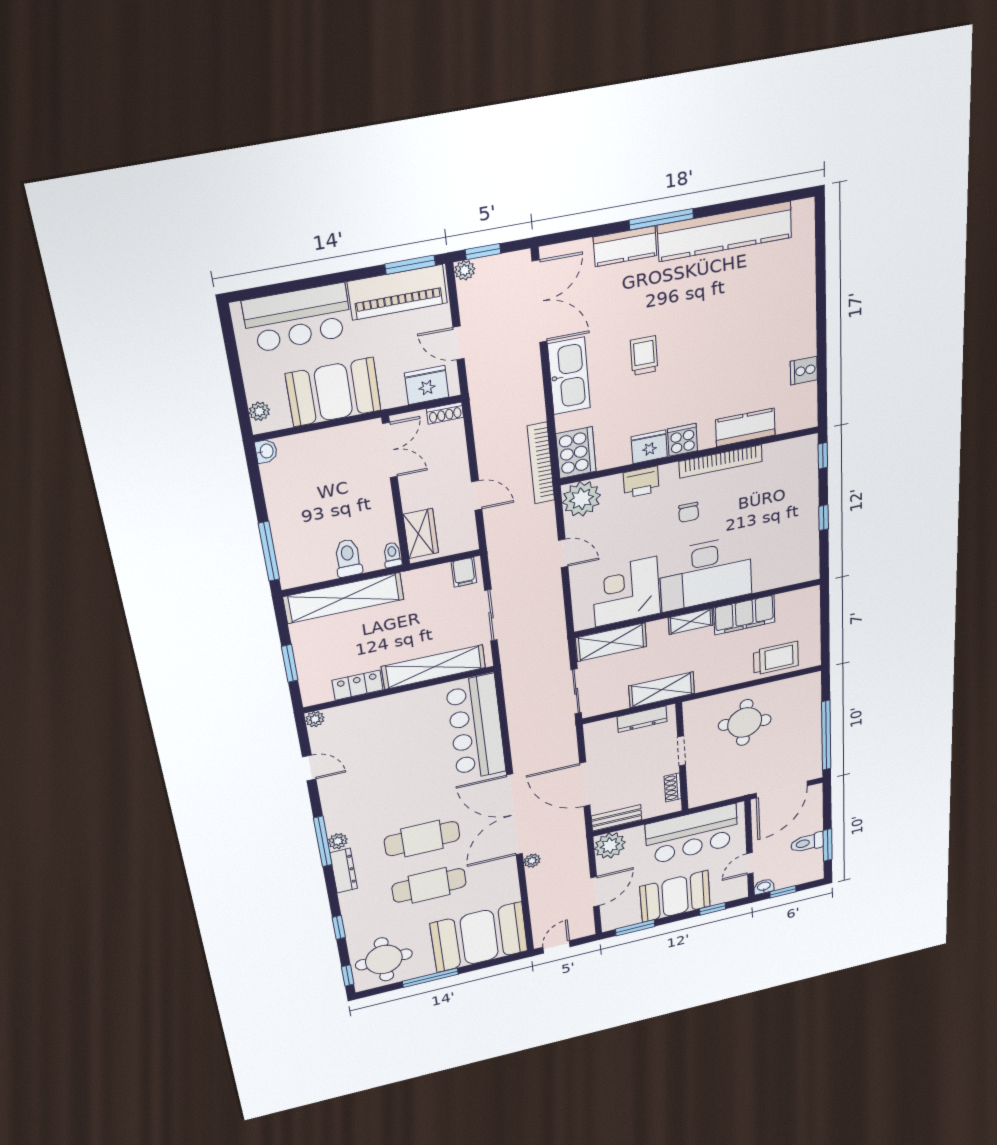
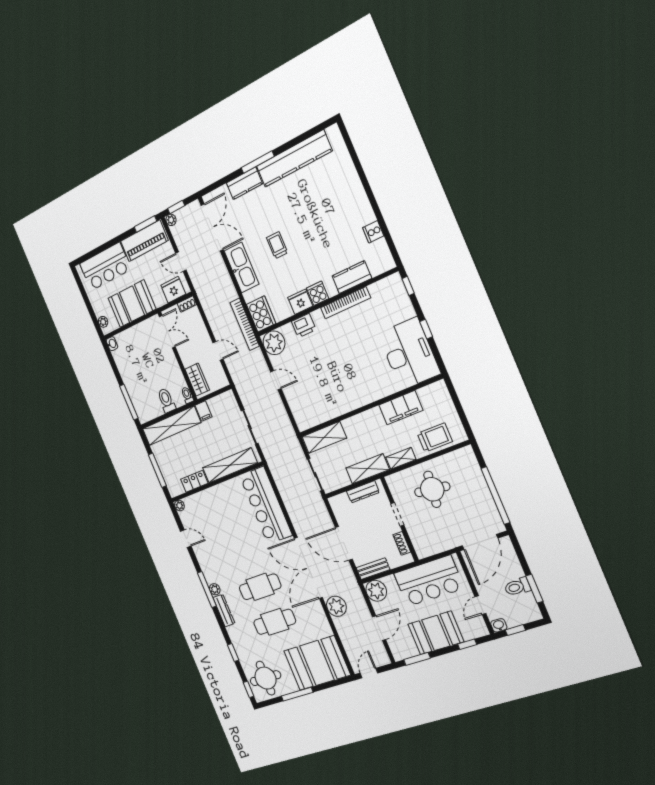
chair: (689, 512) -> (339, 341), removed
filing cabinet: (464, 572) -> (204, 411), moved
desk: (706, 573) -> (409, 354), moved, turned -90
corner desk: (626, 592) -> (321, 401), removed
shelving: (691, 621) -> (401, 458), moved
window: (290, 663) -> (157, 470), width x1.44
plant: (532, 861) -> (336, 606), width x1.88, depth x1.88

